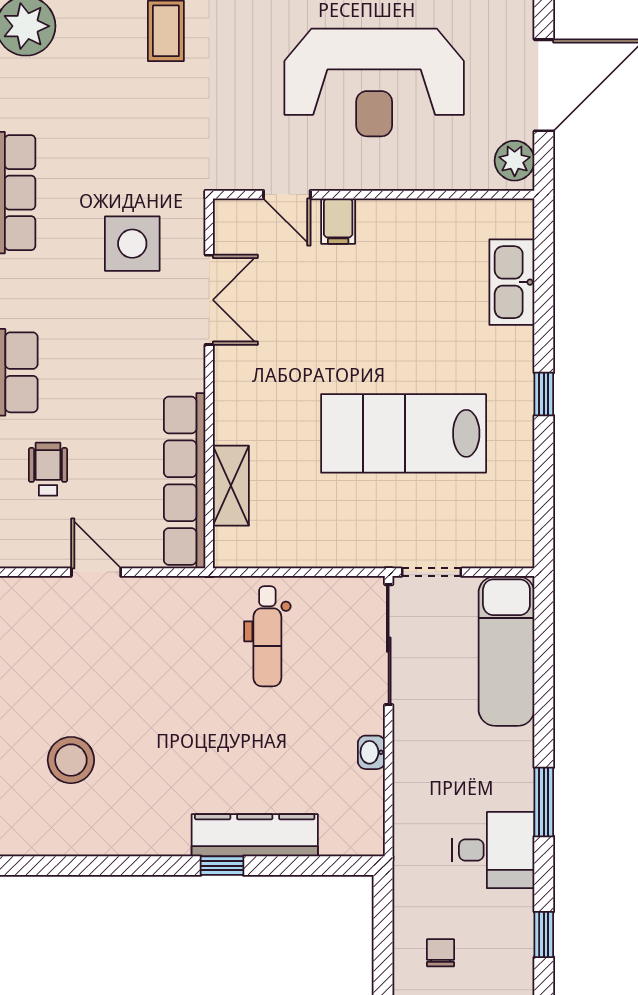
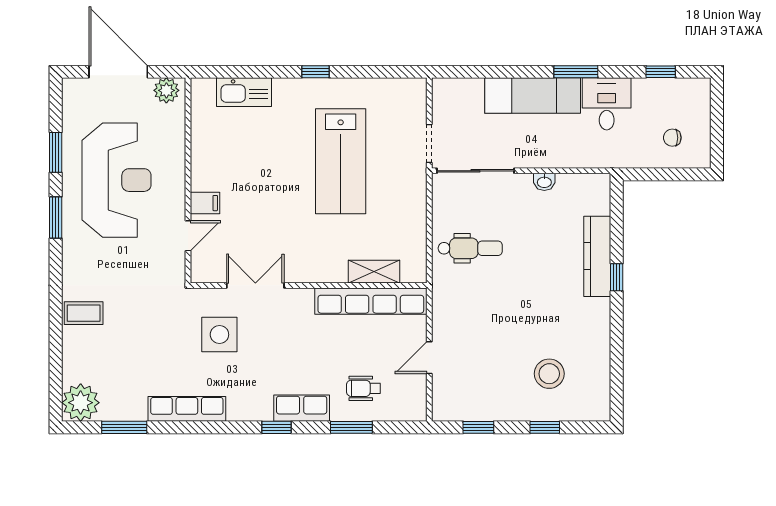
exam couch: (506, 651) -> (533, 96), moved

